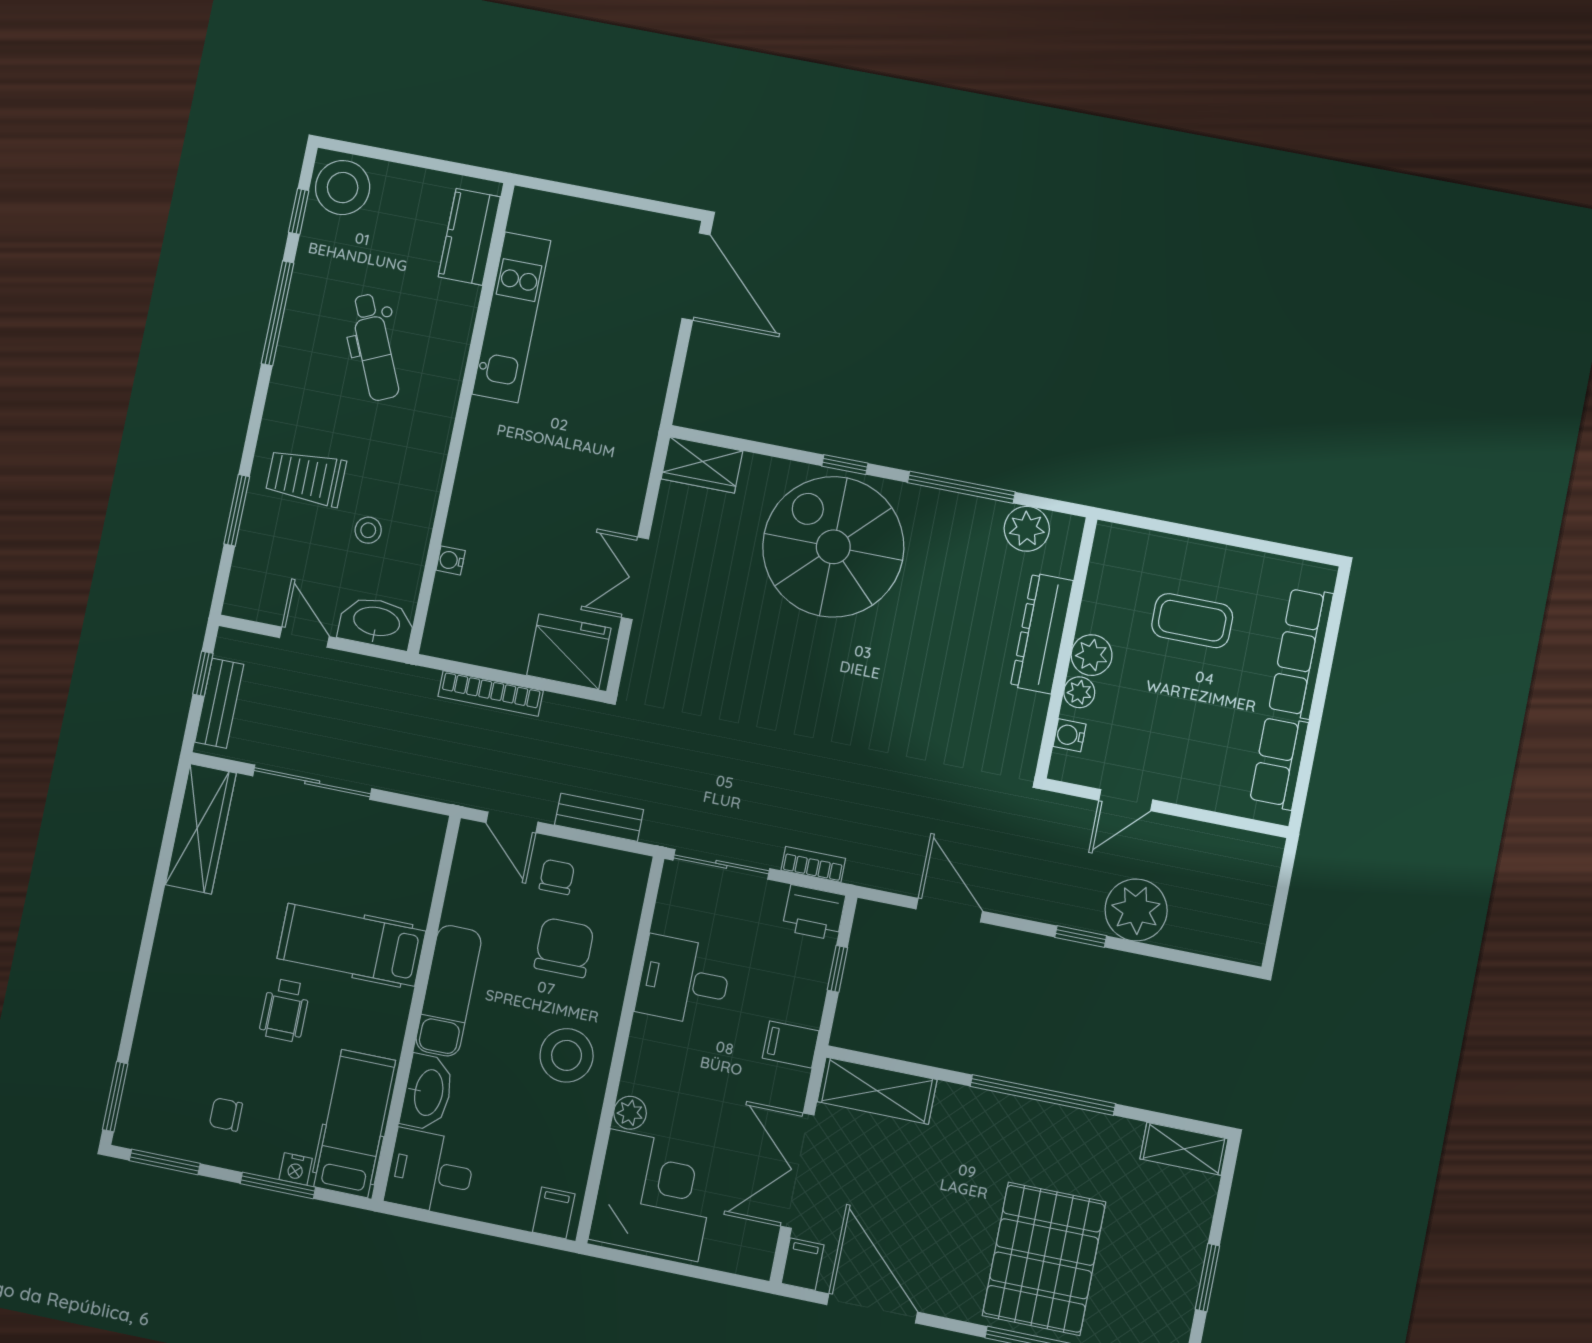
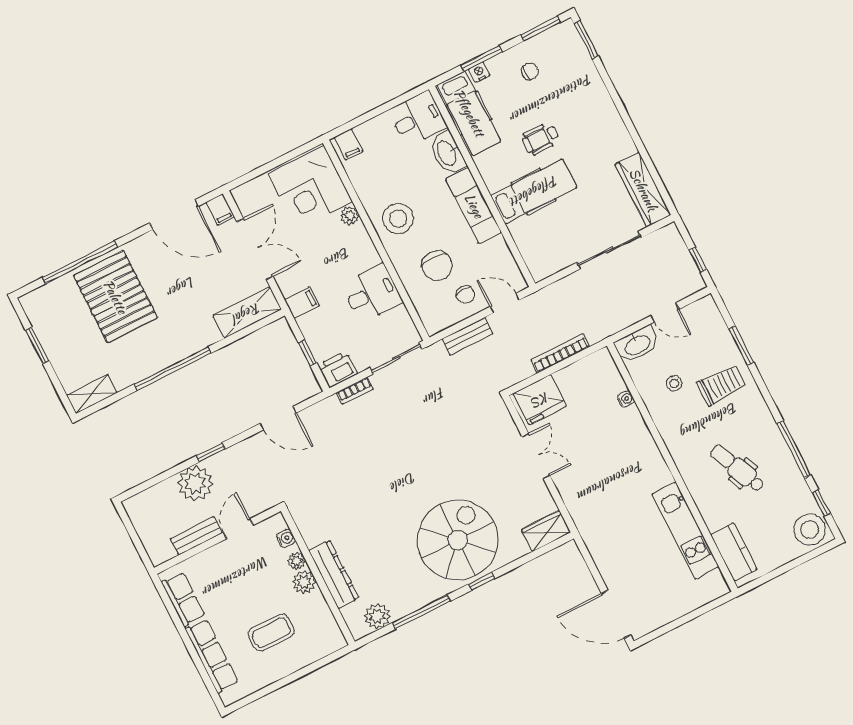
spiral stairs: (833, 547) -> (458, 540), turned -90
bench: (219, 703) -> (196, 536), moved, turned 90
wheelchair: (285, 1010) -> (541, 139), turned -90

